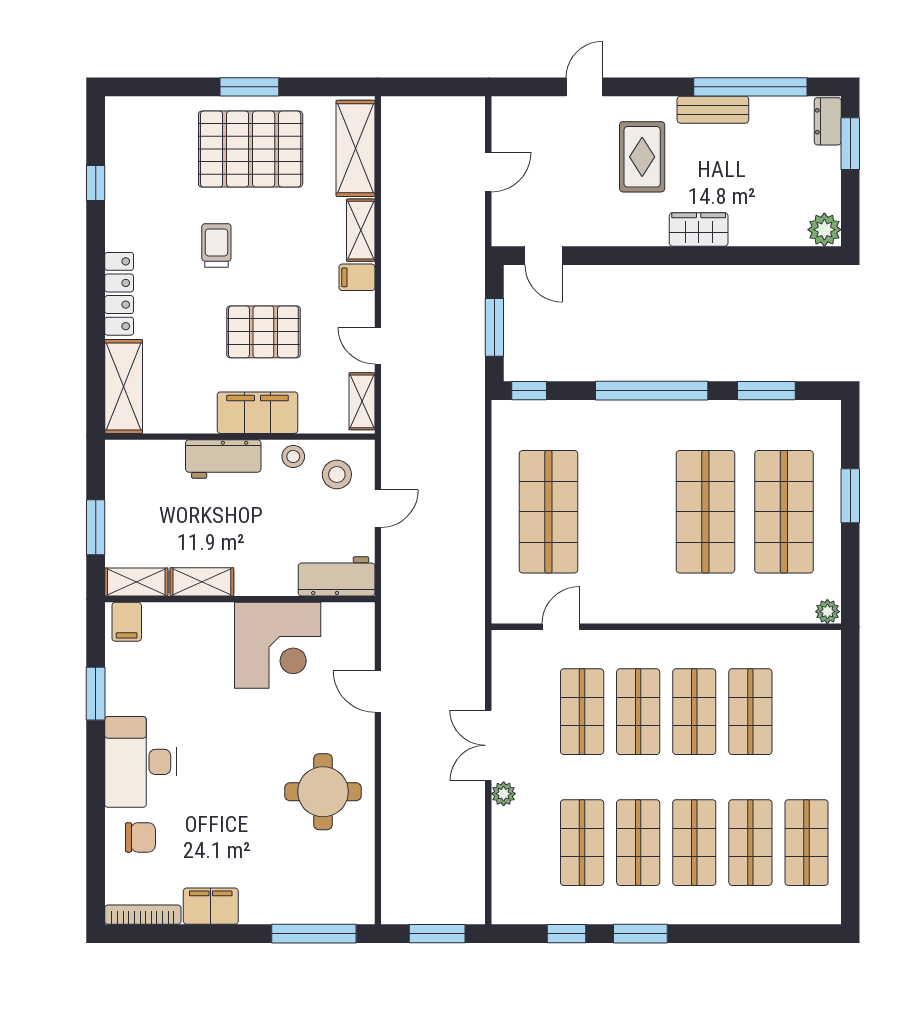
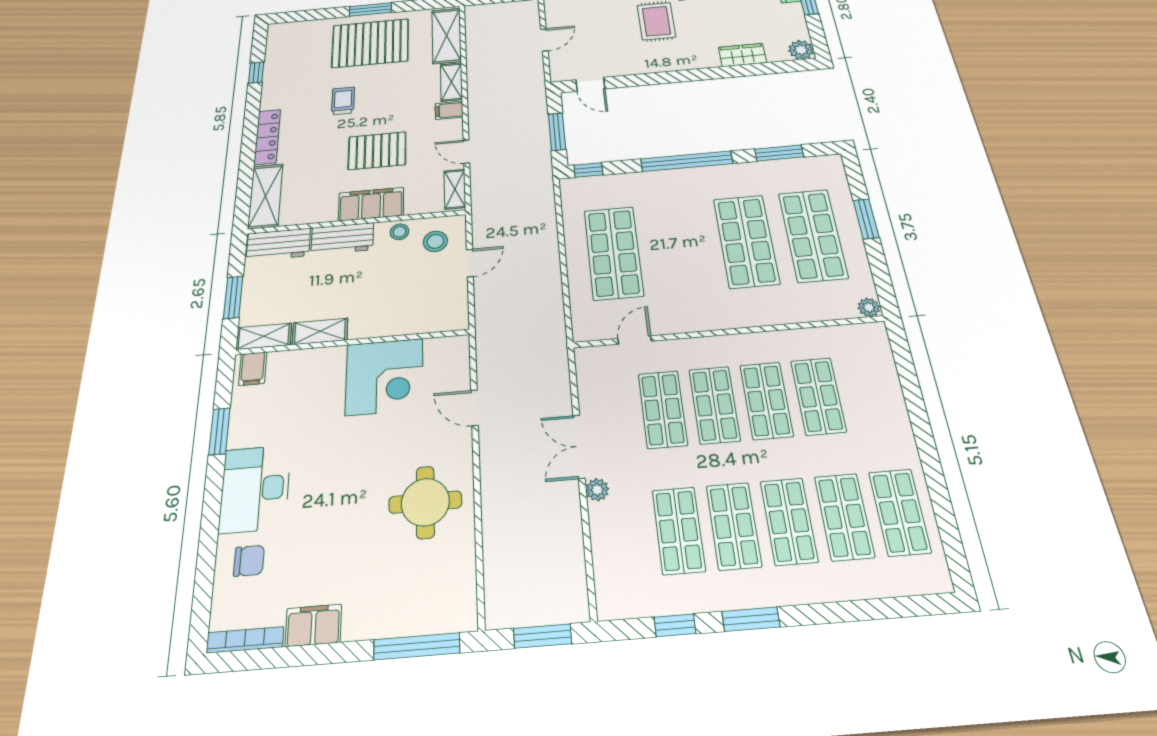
wardrobe: (699, 229) -> (742, 55), moved
workbench: (337, 576) -> (278, 245), moved, turned 180

